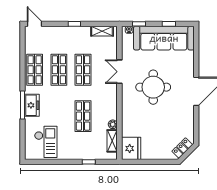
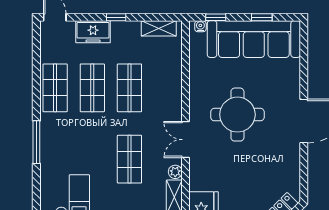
double door: (119, 72) -> (185, 140), moved
freezer: (32, 105) -> (93, 32), moved, turned 90

